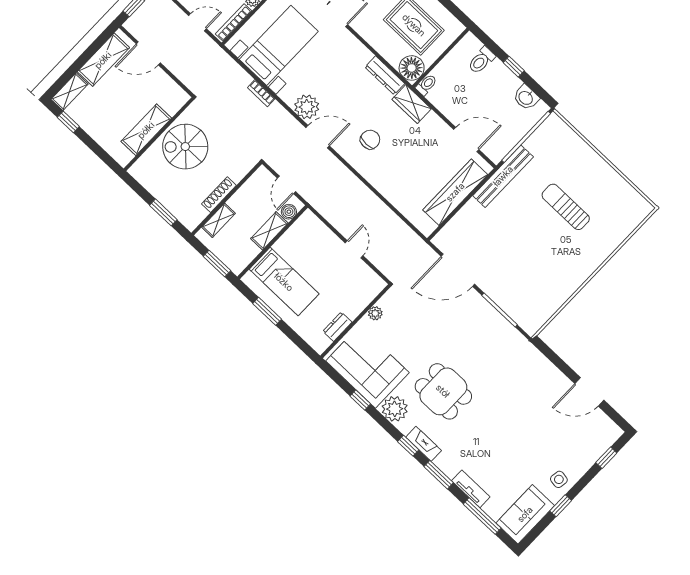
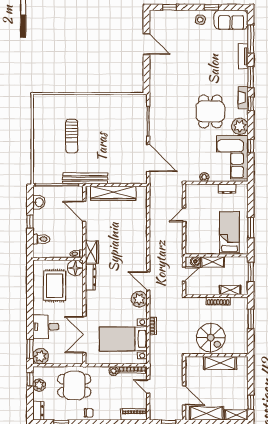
chair: (370, 140) -> (127, 256), removed

